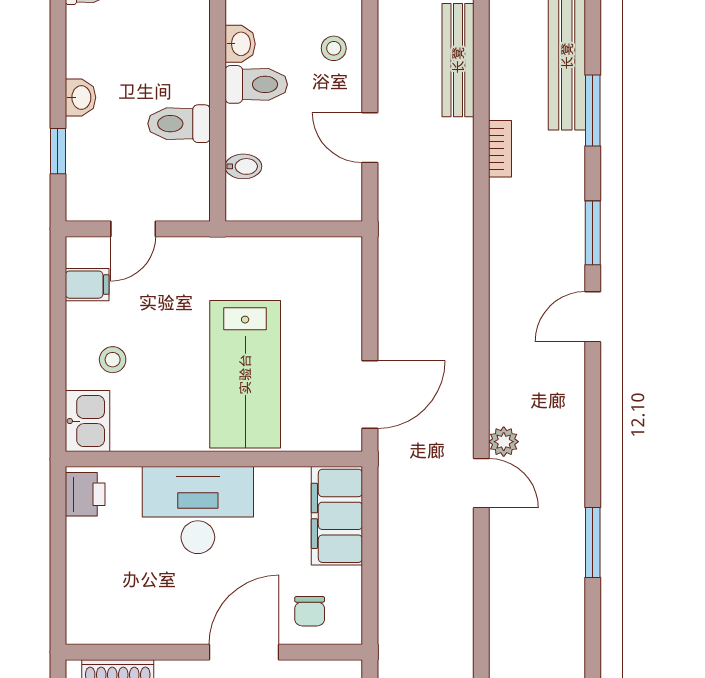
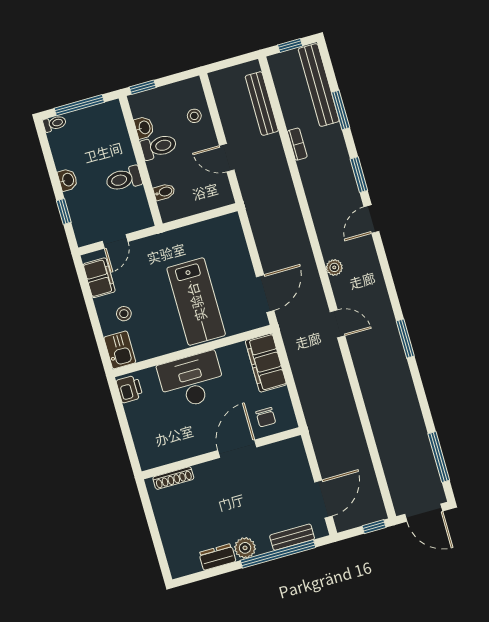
filing cabinet: (87, 285) -> (99, 278), width x2.00
plant: (504, 442) -> (334, 267), moved

